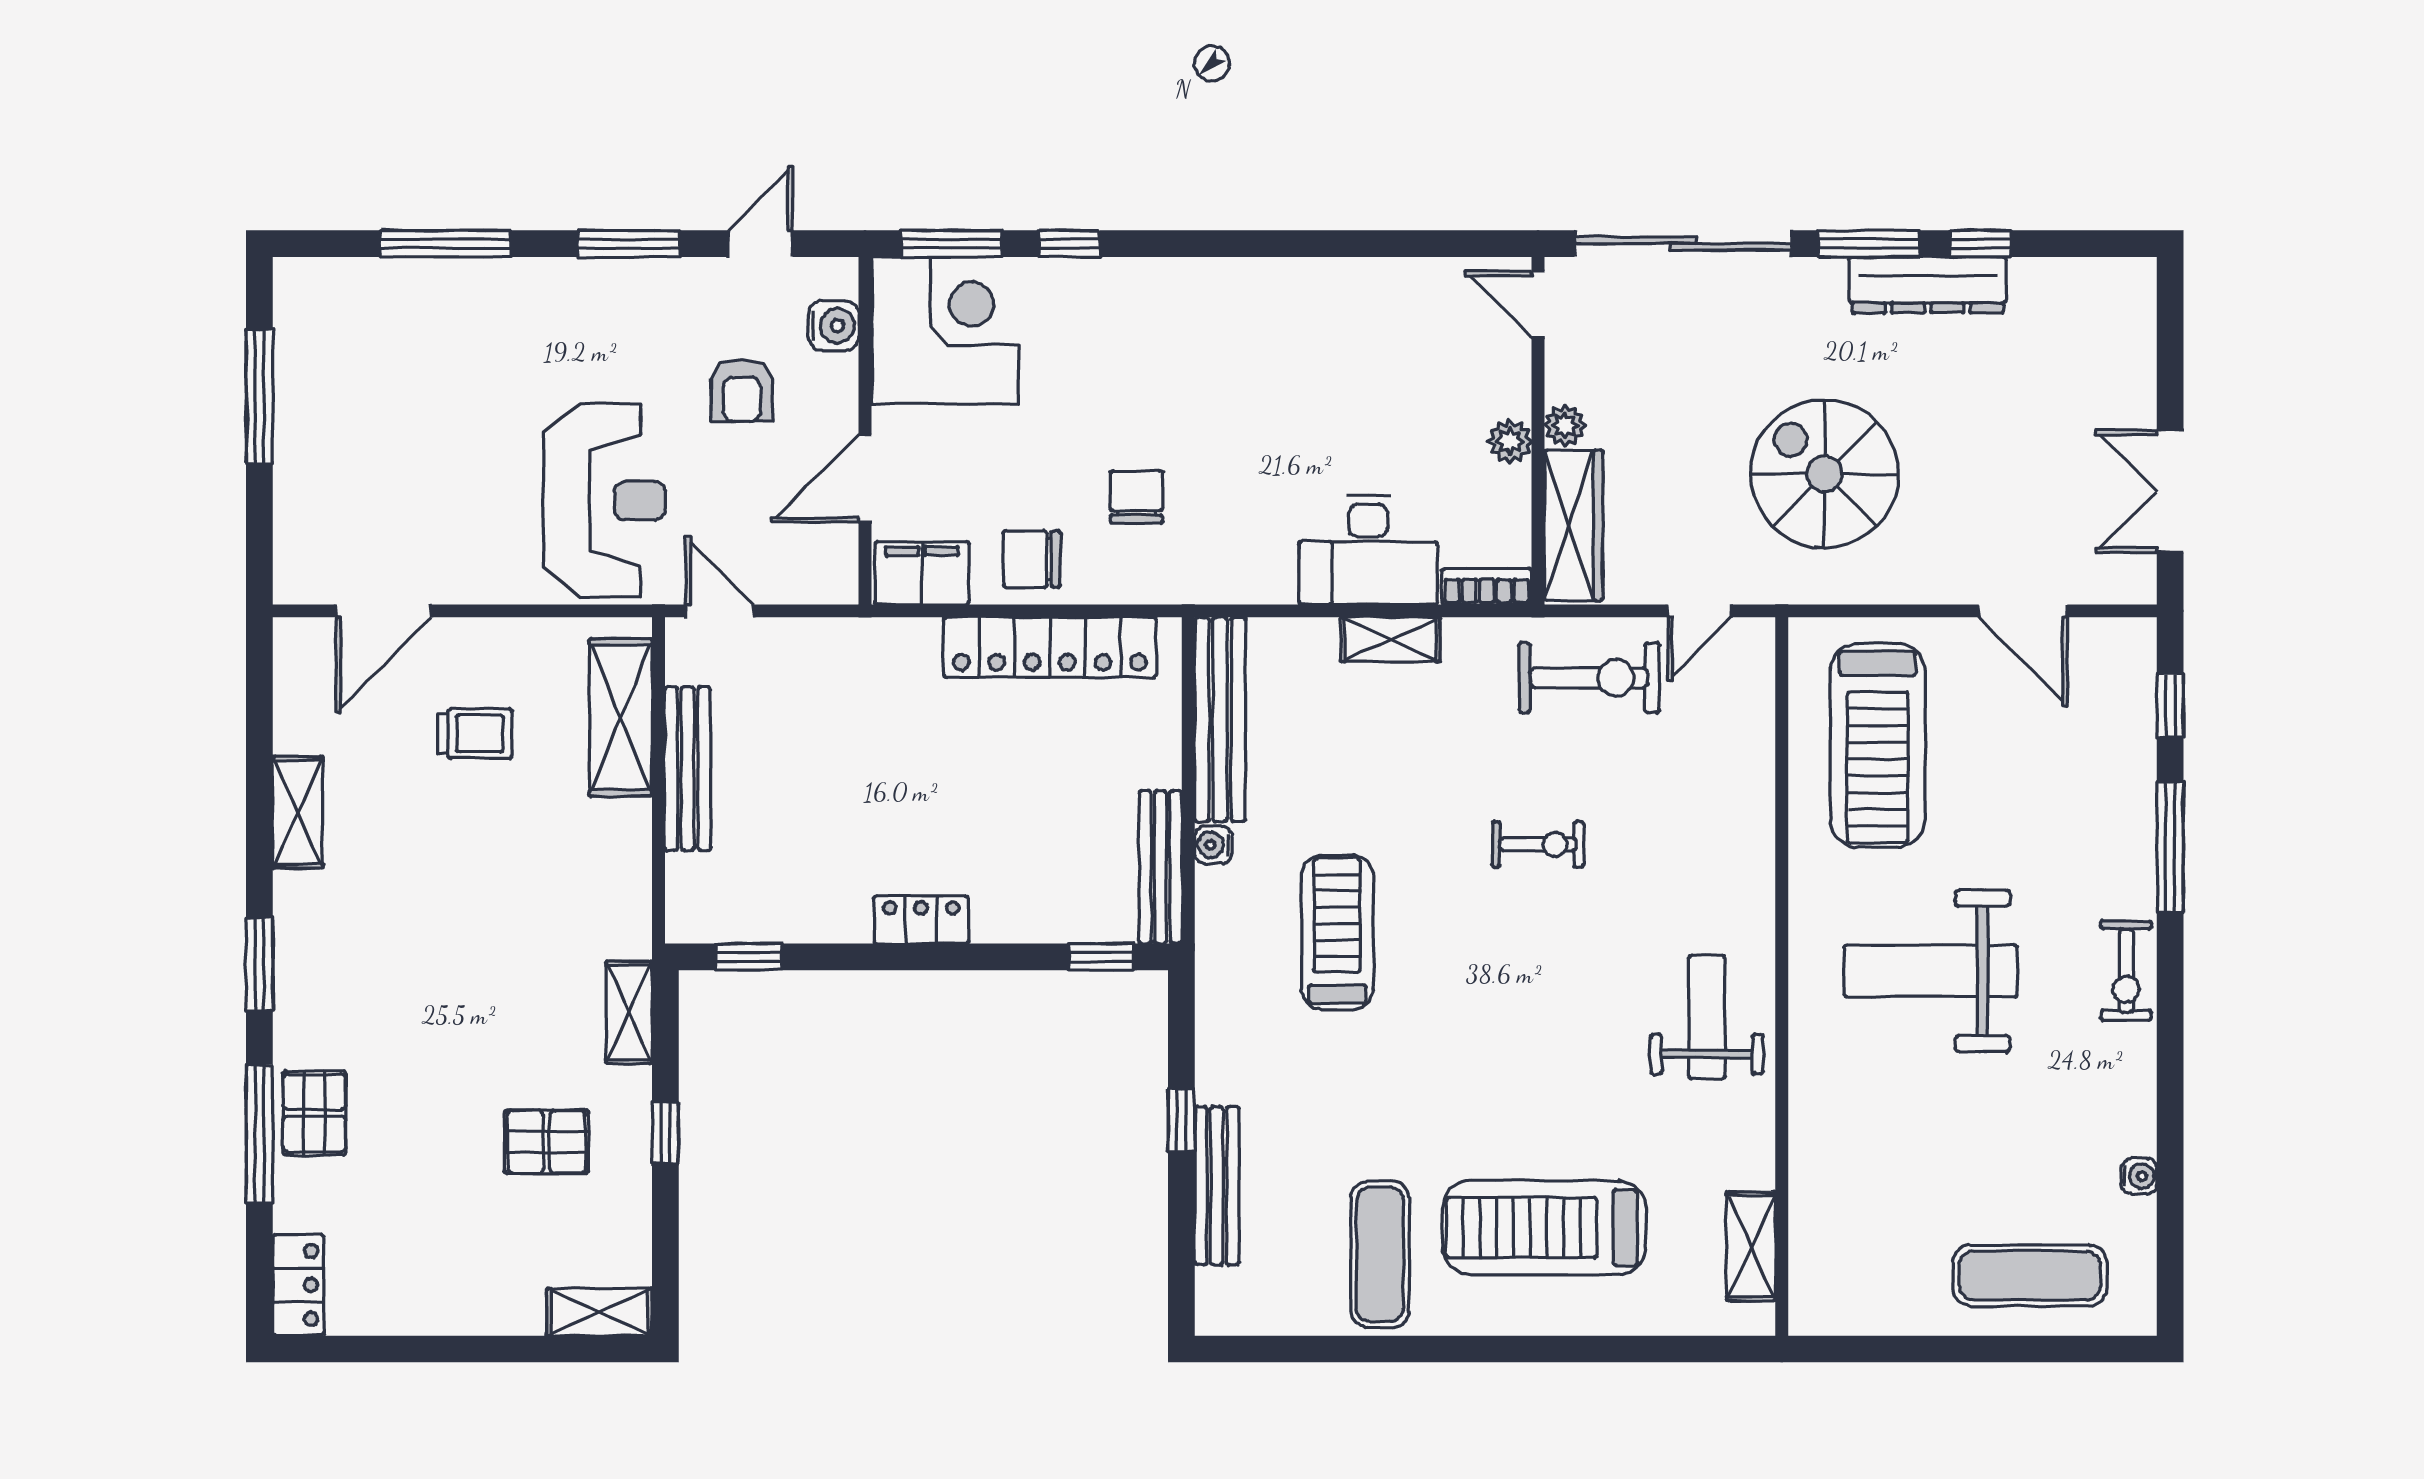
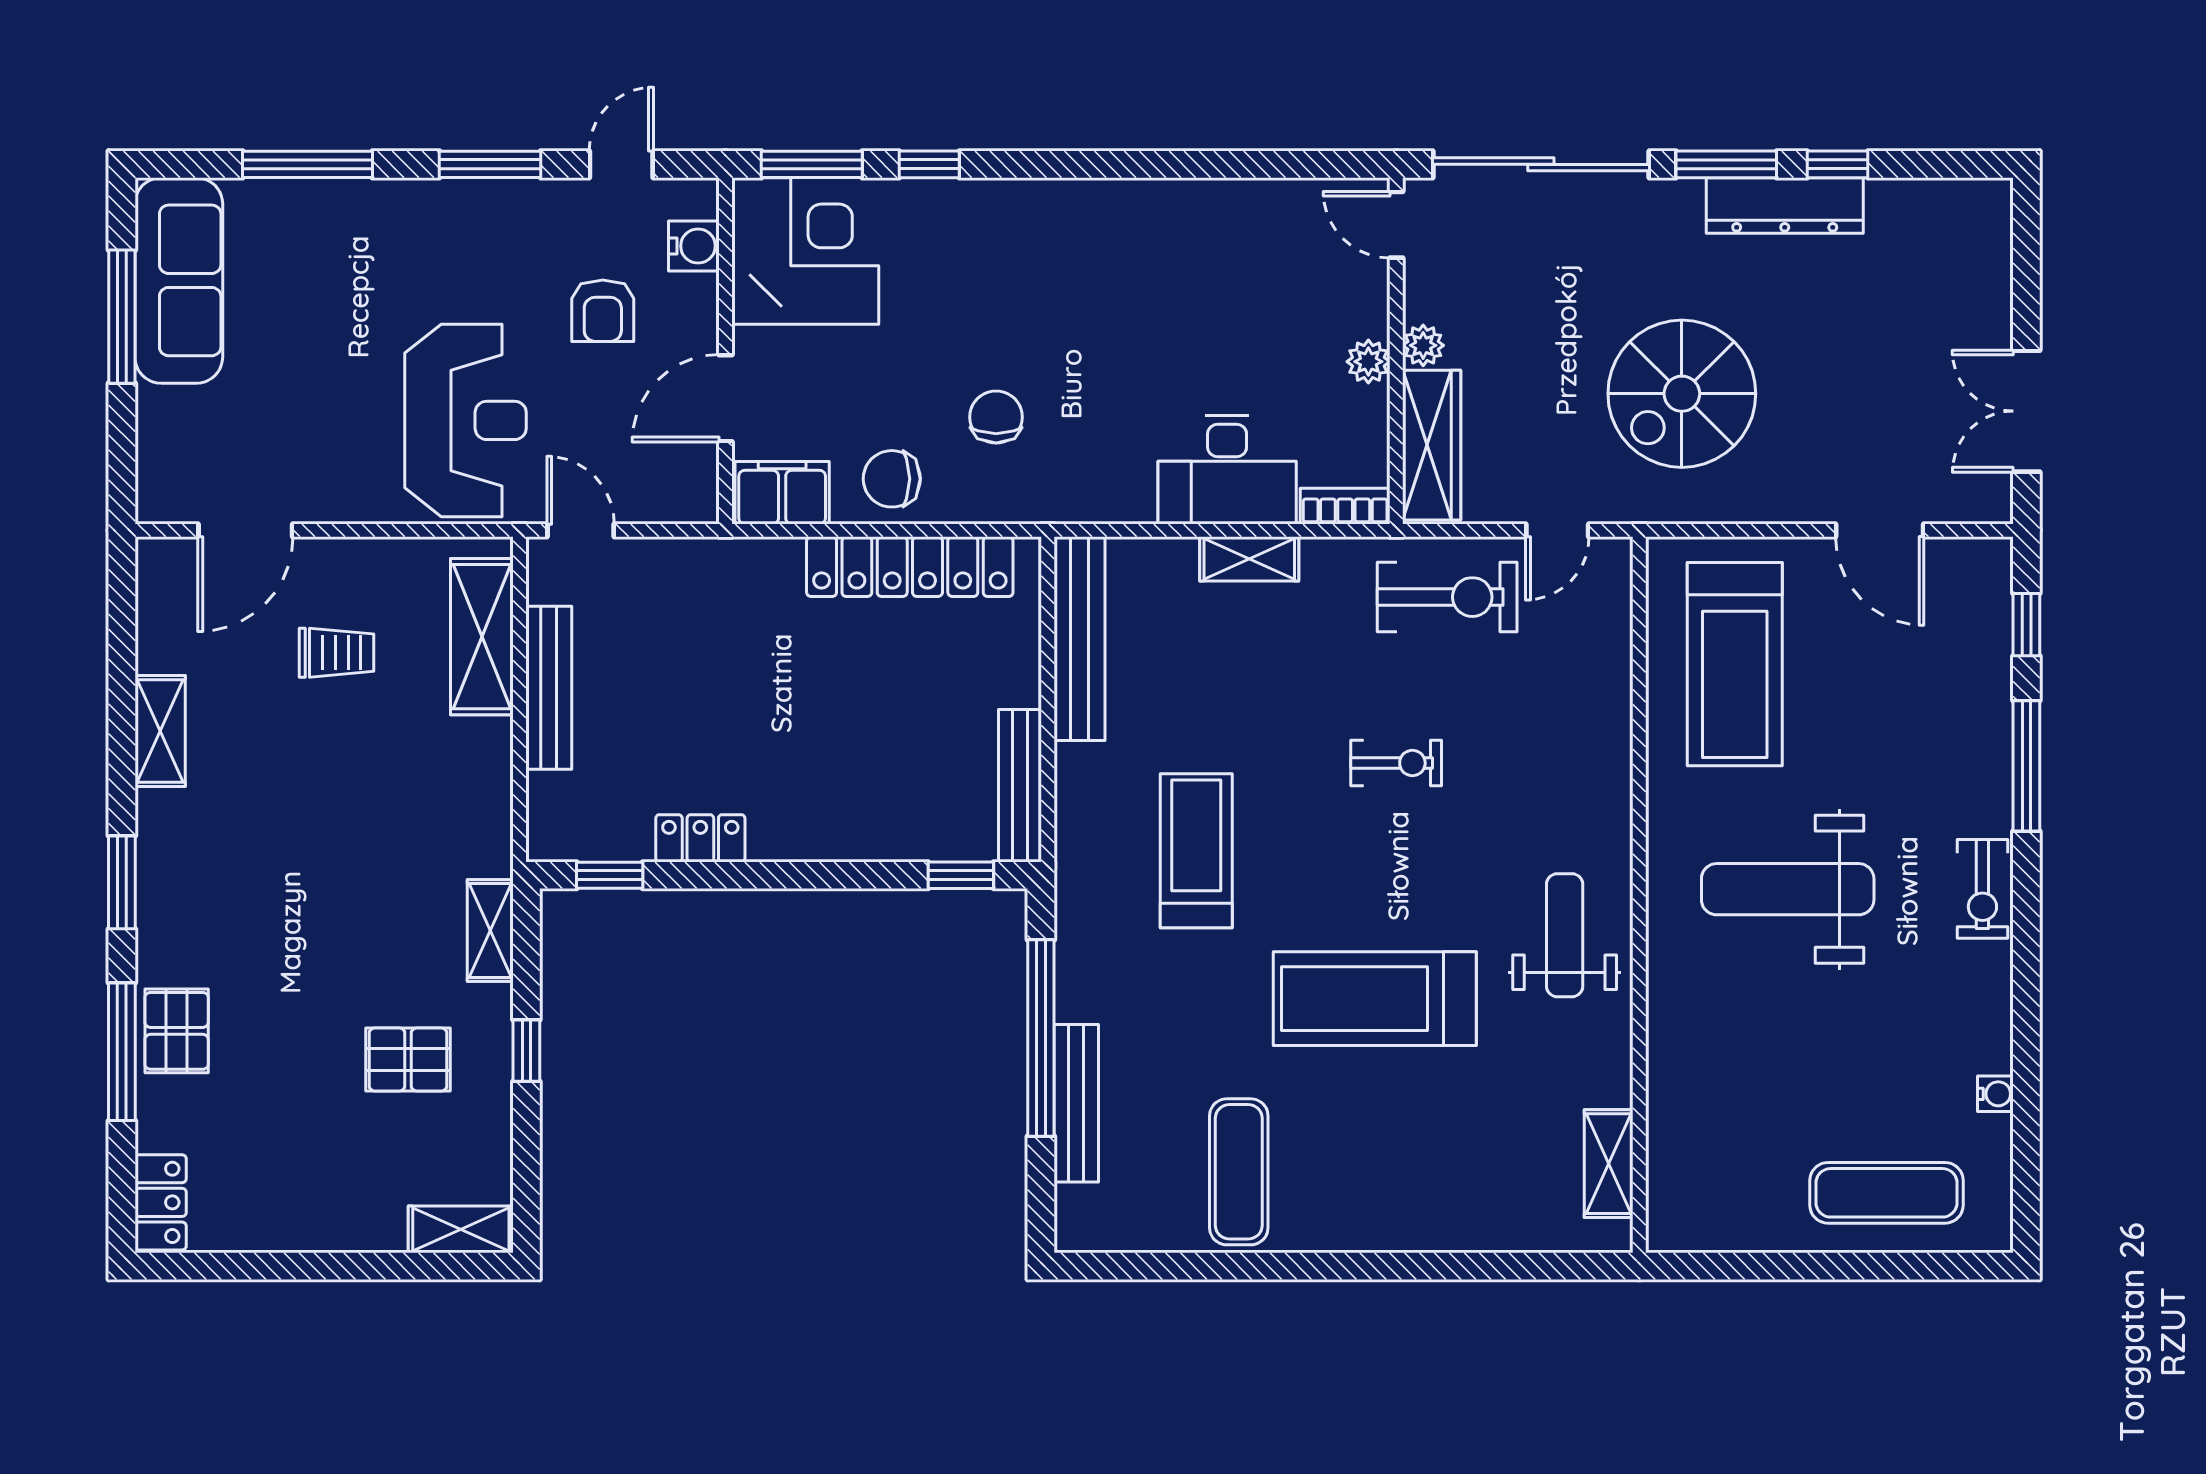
sofa: (317, 360) -> (179, 280), added
spiral stairs: (1824, 474) -> (1682, 394), turned -90
water cooler: (1213, 845) -> (1073, 764), removed
locker: (921, 920) -> (700, 838), moved
window: (1181, 1120) -> (1041, 1038), width x3.17
treadmill: (1544, 1228) -> (1375, 999), moved

